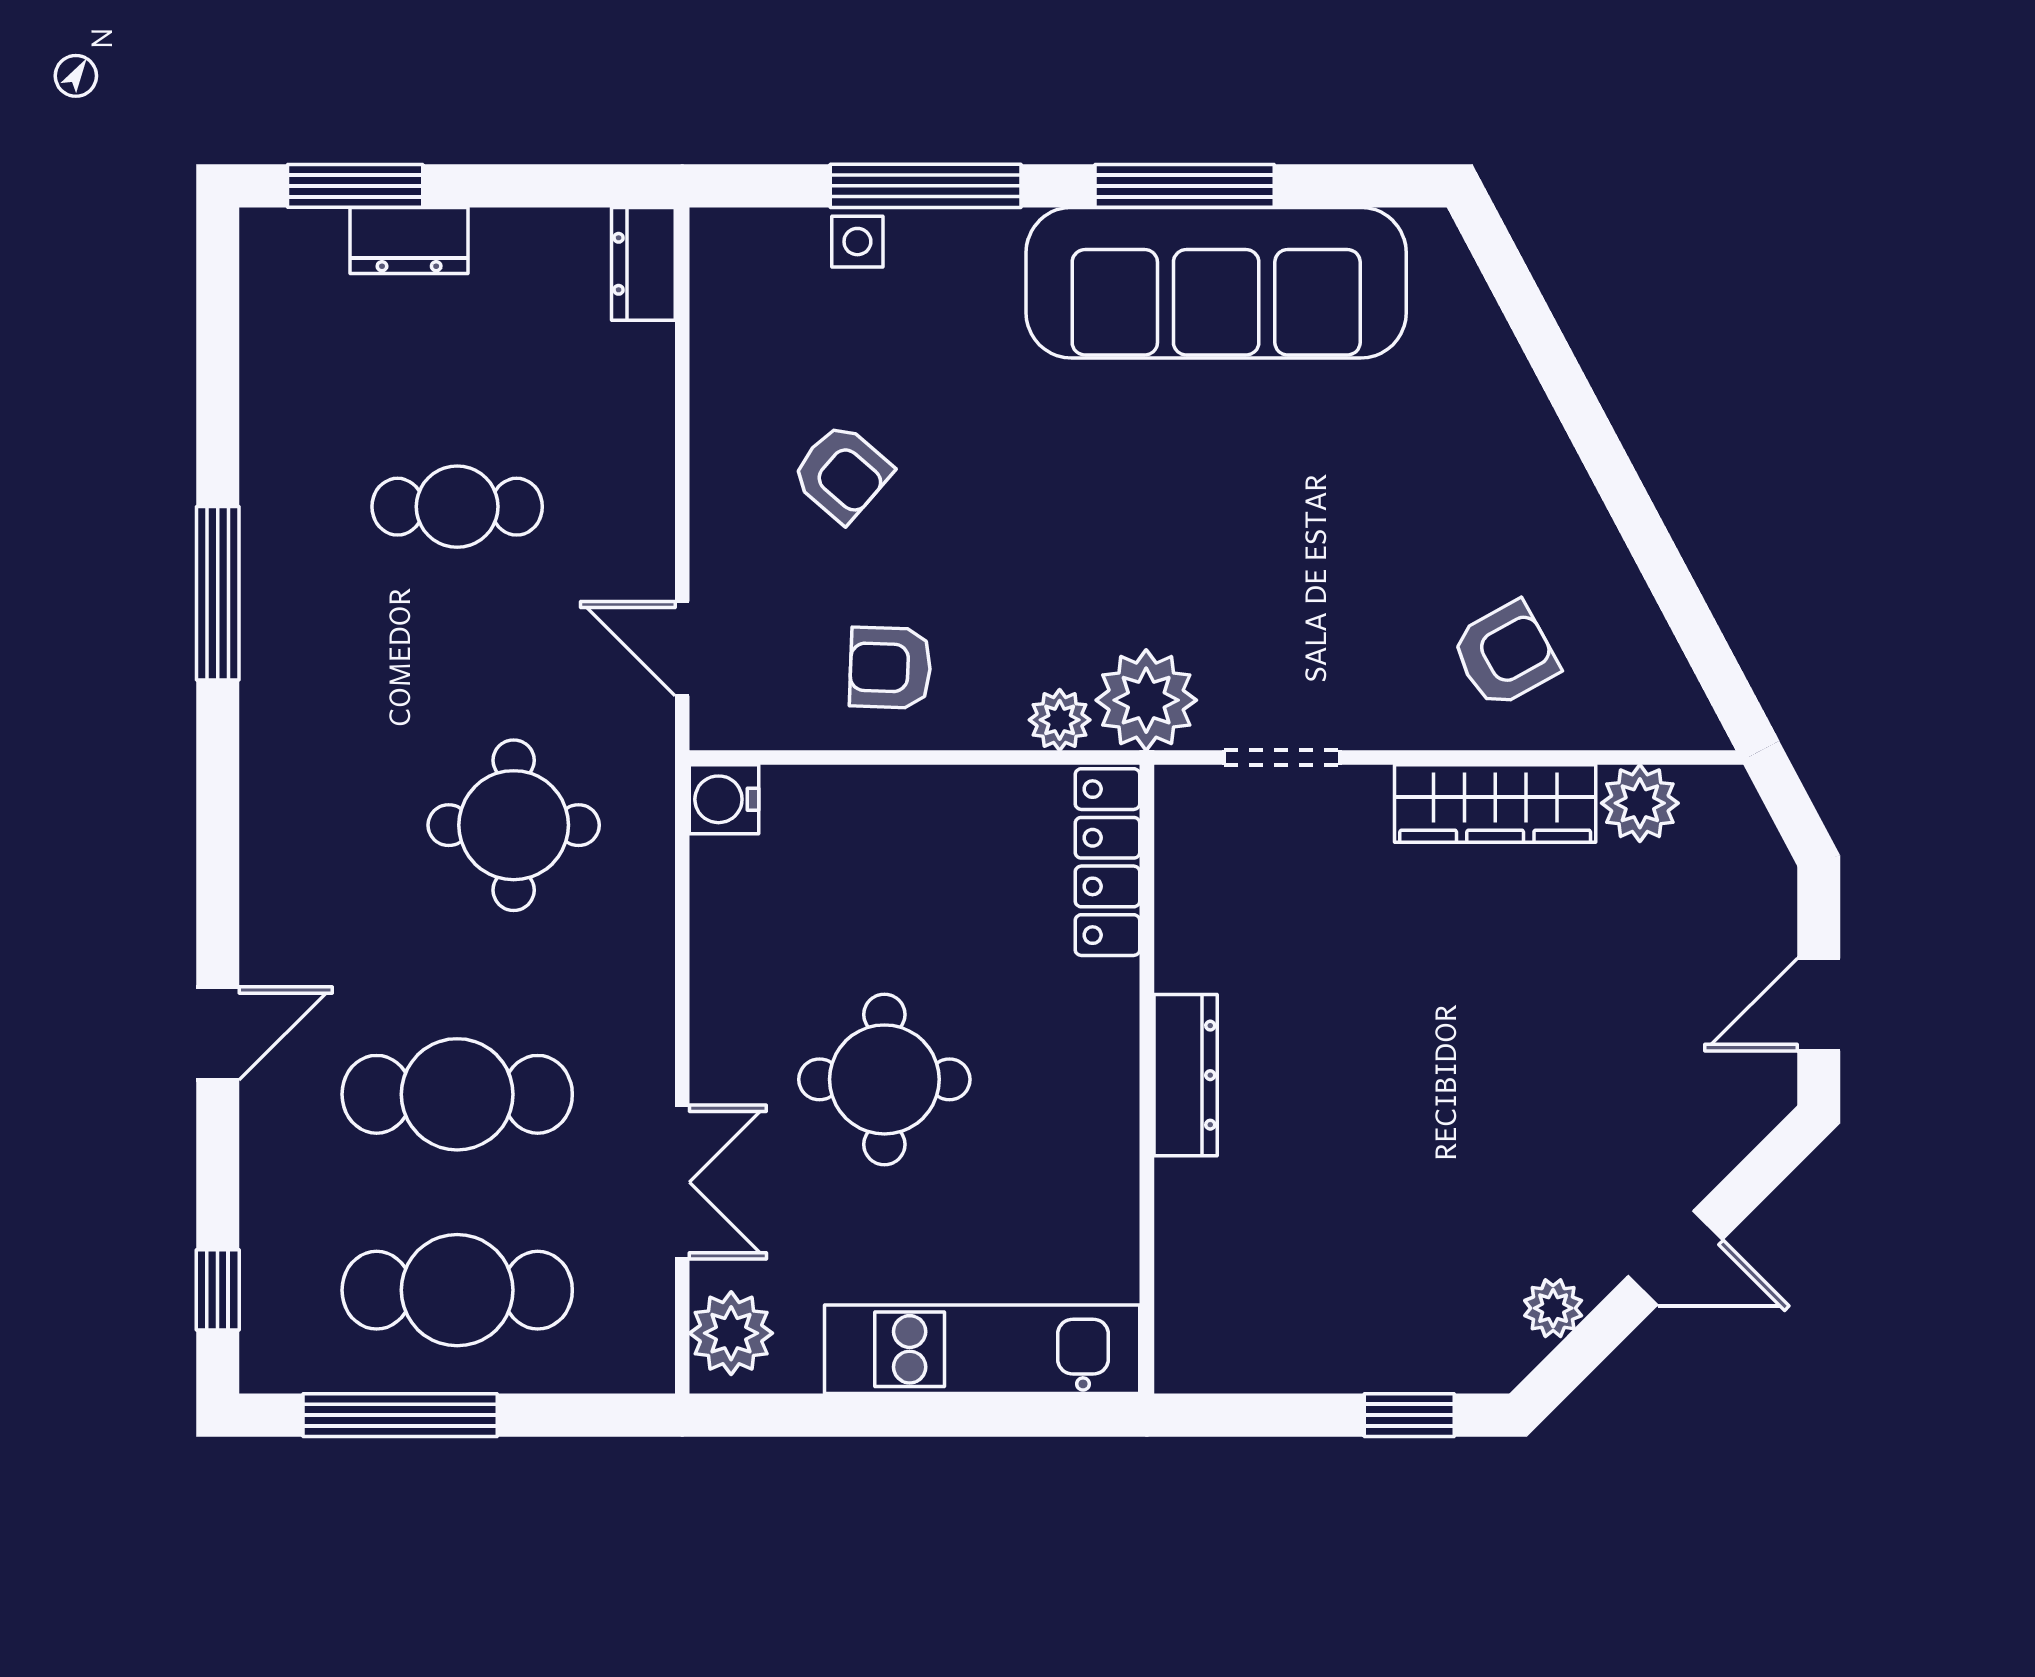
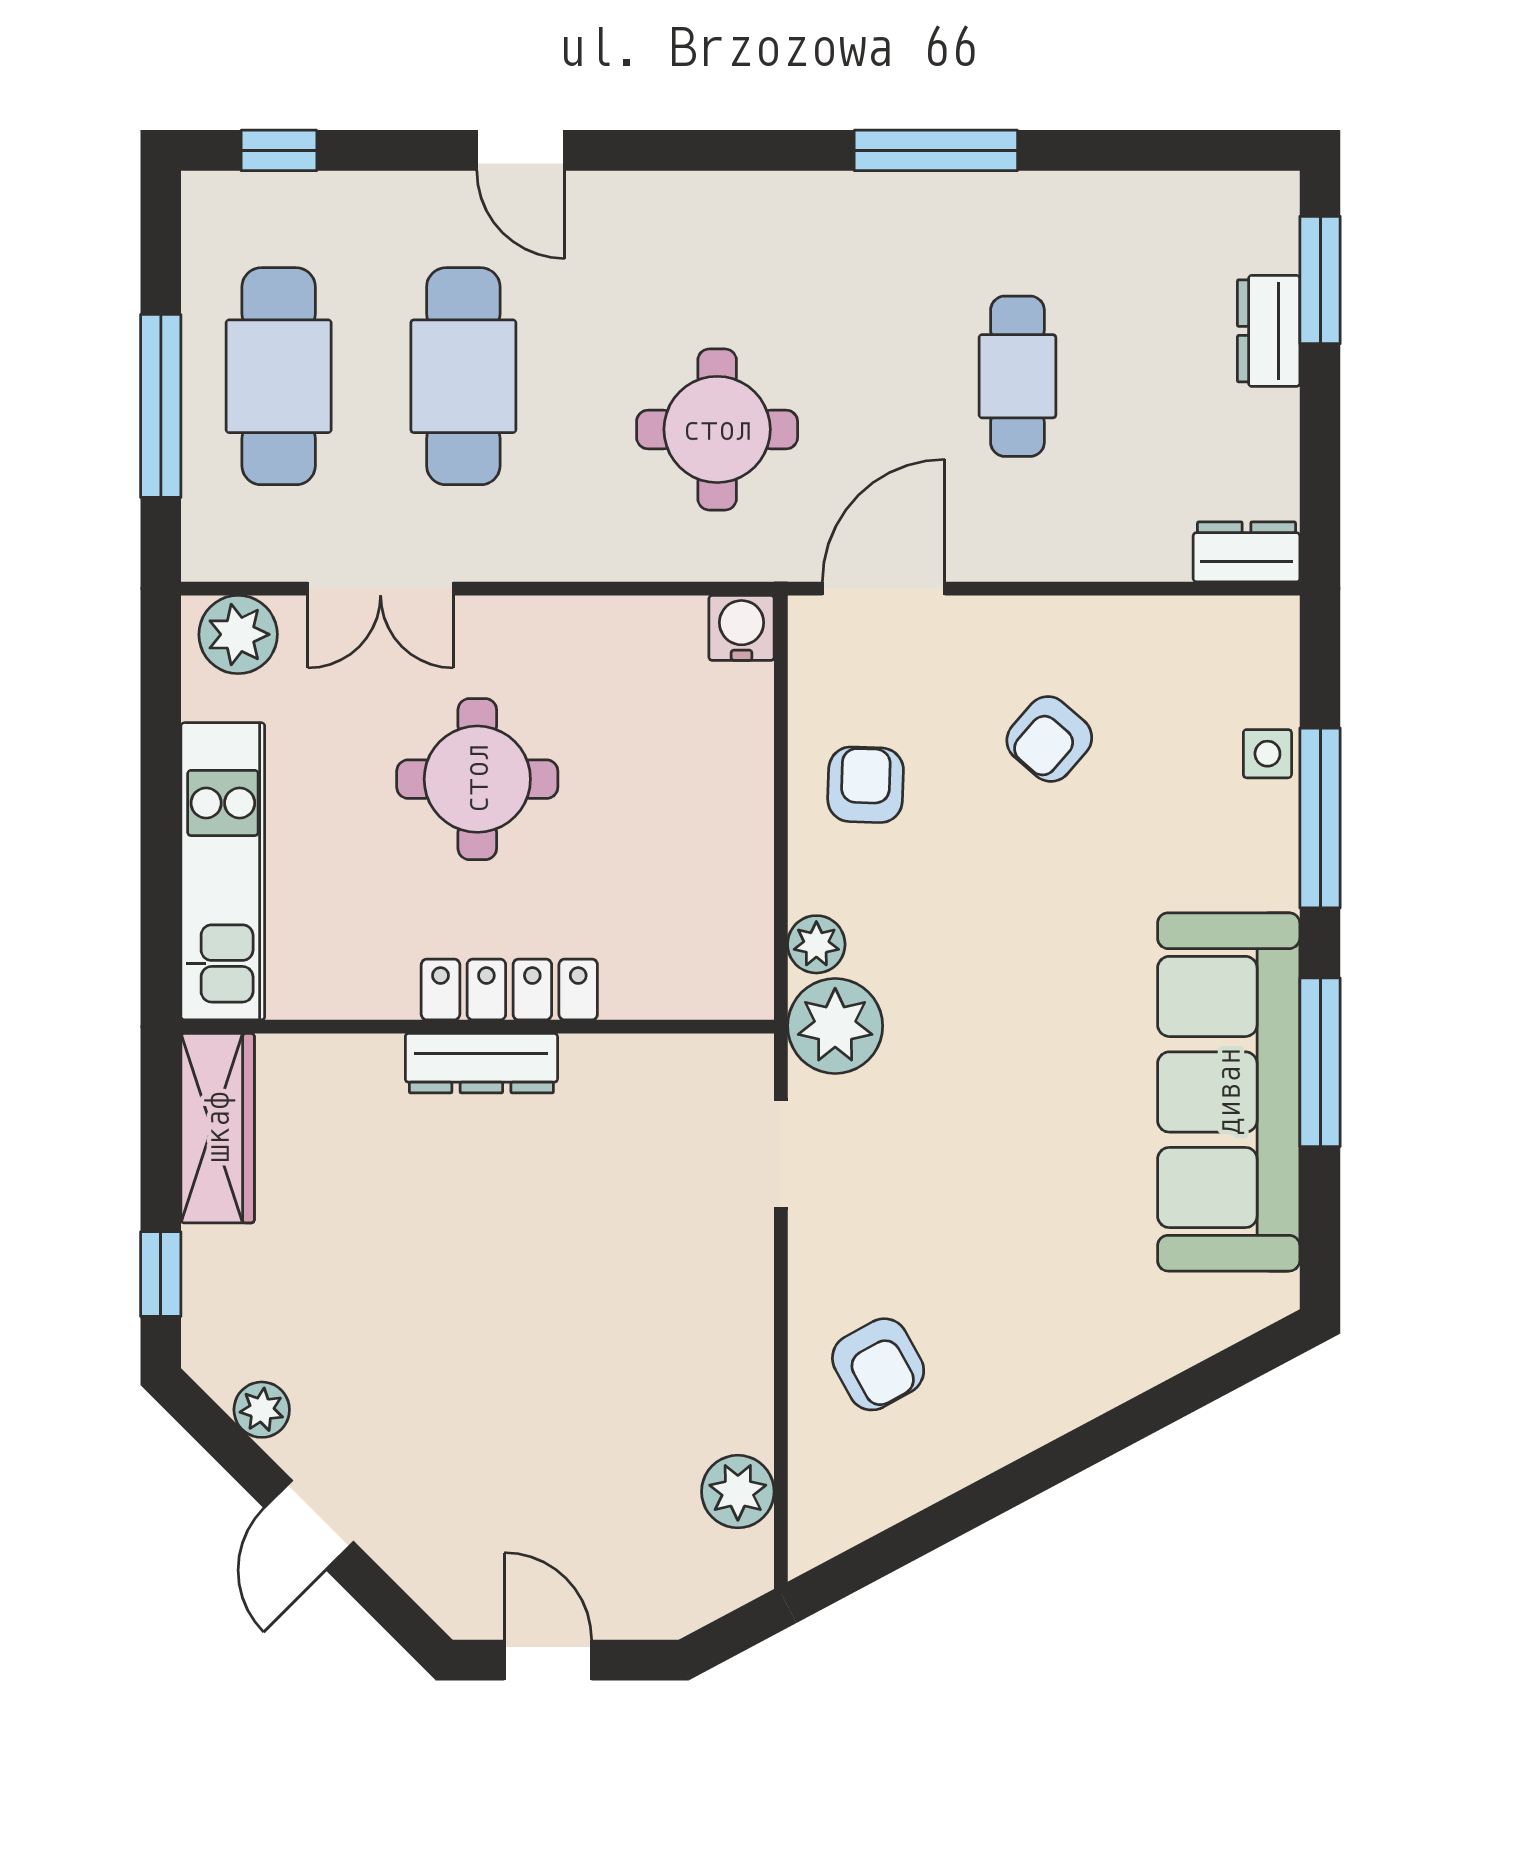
door: (682, 649) -> (884, 589), width x1.37
wardrobe: (1495, 804) -> (218, 1128), moved, turned 180
locker: (1107, 862) -> (509, 989), moved
window: (400, 1415) -> (161, 406), moved

